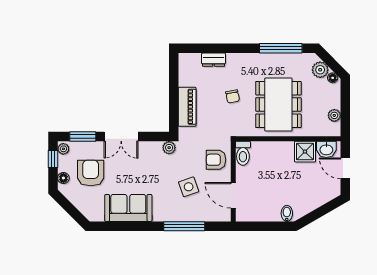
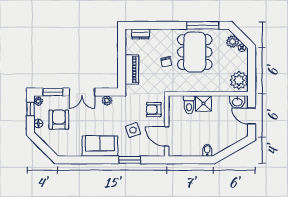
dresser: (214, 60) -> (140, 34), moved
dining table: (278, 104) -> (195, 52), moved
plant: (334, 115) -> (239, 80), width x1.87, depth x1.87
plant: (169, 148) -> (107, 100), moved
shower: (305, 152) -> (203, 103), moved
toilet: (243, 153) -> (189, 105), moved
sofa: (128, 208) -> (100, 146), moved
window: (184, 226) -> (130, 160), width x0.69

